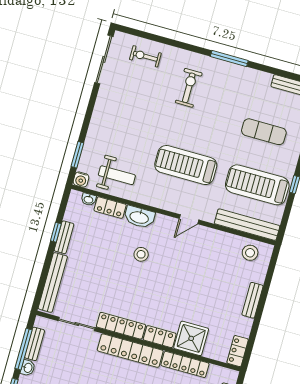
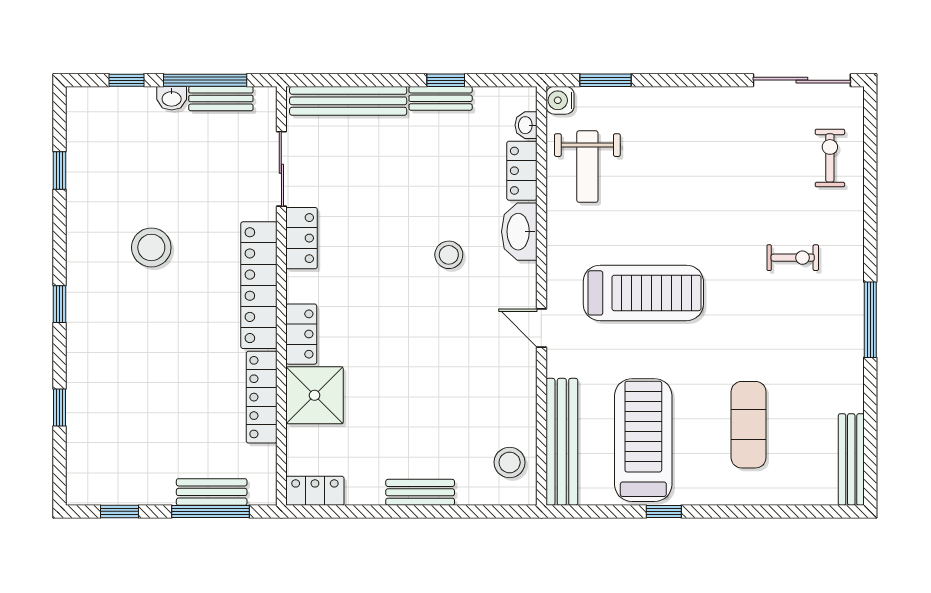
exercise bike: (189, 88) -> (793, 258), width x0.73, depth x0.72
treadmill: (186, 165) -> (643, 293), turned 90
locker: (121, 326) -> (302, 238), width x0.66

